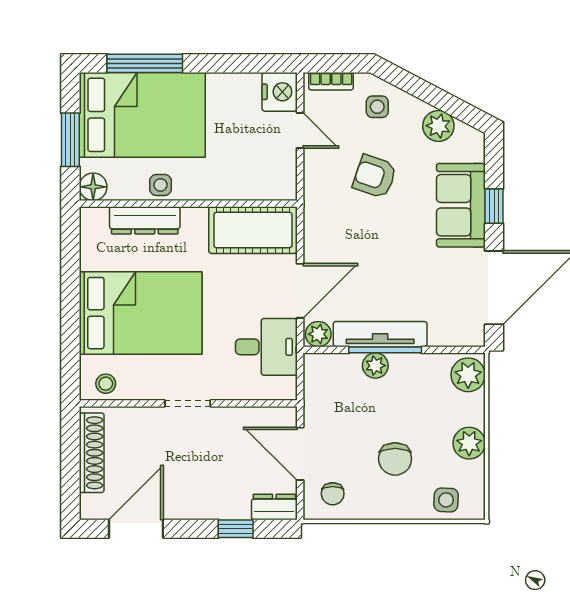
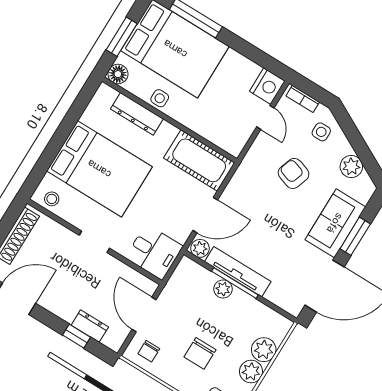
window: (494, 206) -> (355, 236), width x1.50
desk: (266, 347) -> (154, 252), moved
plant: (468, 375) -> (264, 350), moved
dresser: (274, 507) -> (90, 326), moved

